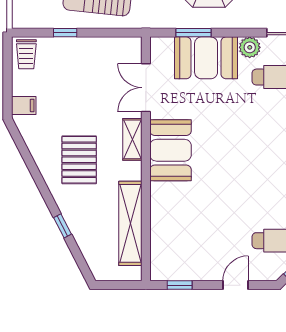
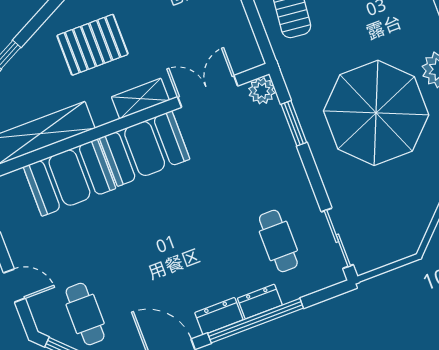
plant: (250, 47) -> (262, 91), moved
booth: (206, 58) -> (69, 178), moved, turned 90

